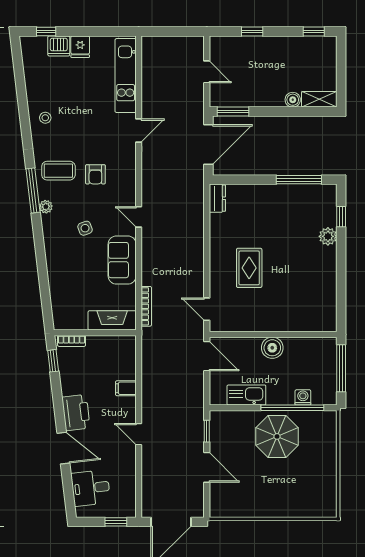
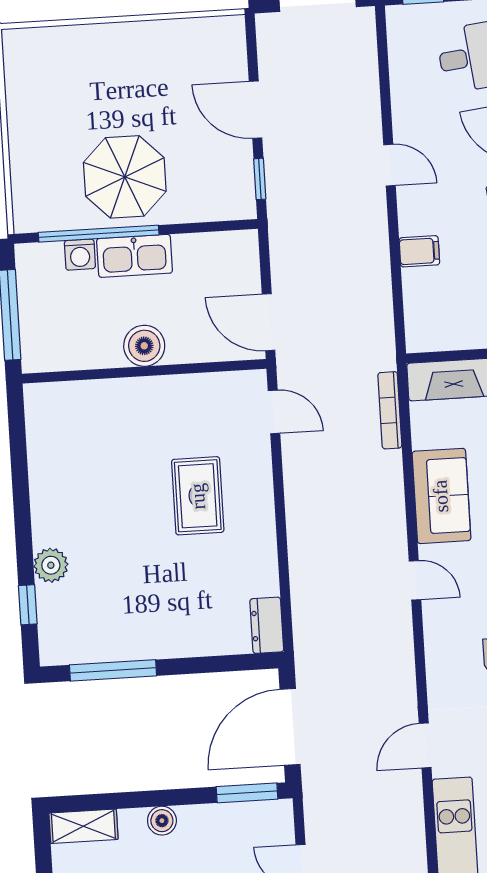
boiler: (293, 100) -> (162, 821), moved
kitchen sink: (246, 395) -> (134, 256), moved

